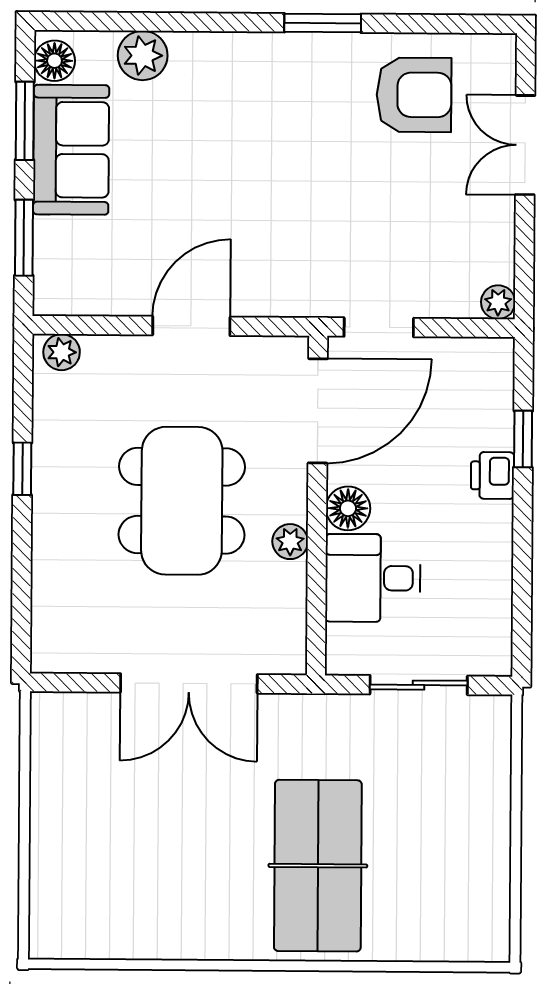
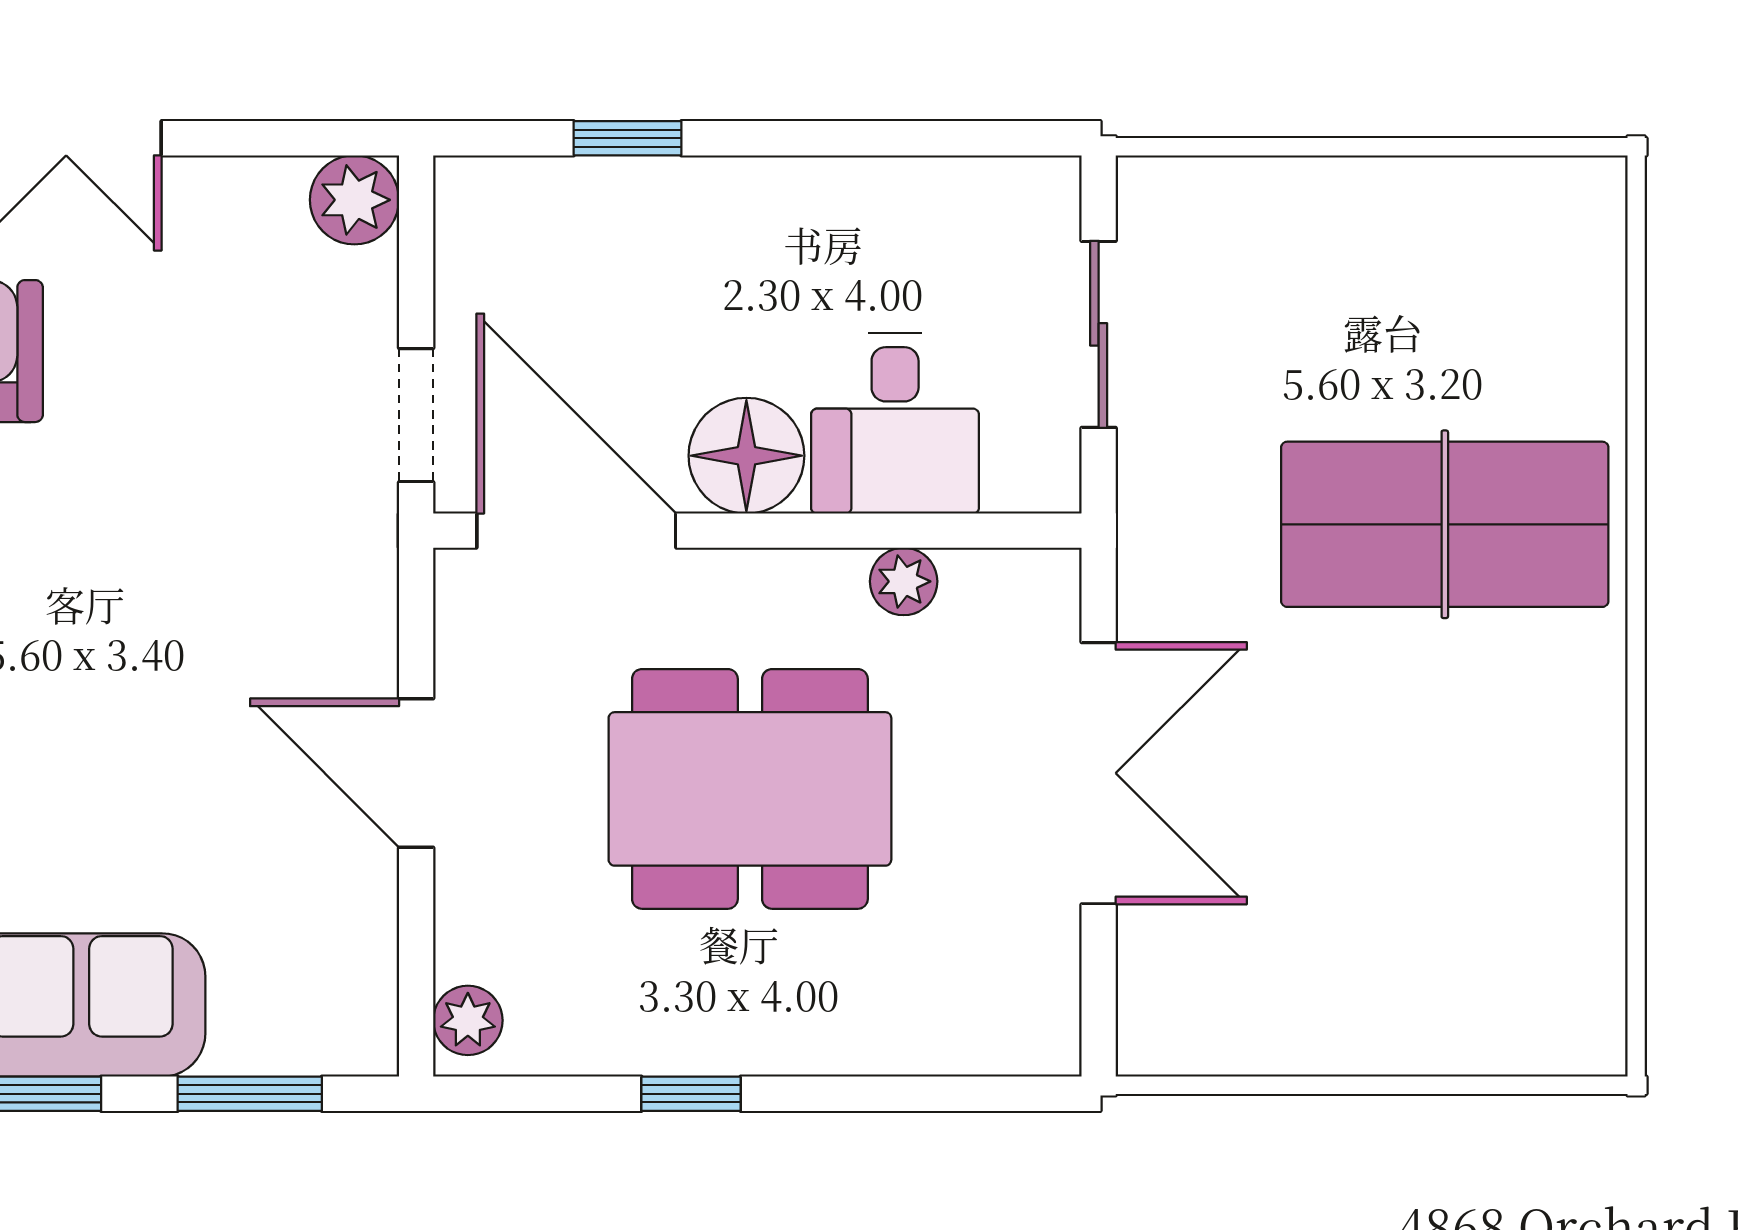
plant: (498, 302) -> (354, 200), width x1.38, depth x1.38
printer: (492, 475) -> (698, 196), removed
floor lamp: (348, 508) -> (746, 456), width x1.38, depth x1.38
plant: (290, 542) -> (904, 581), moved

